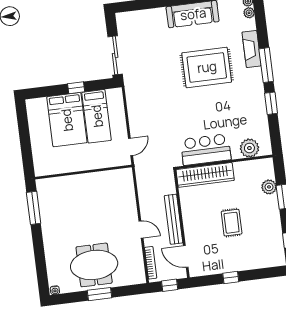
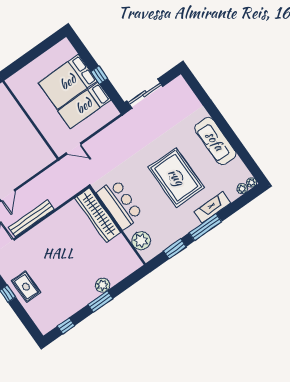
plant: (249, 148) -> (141, 241), moved
bar counter: (206, 150) -> (120, 204), moved
wall: (224, 162) -> (118, 225), moved
wardrobe: (205, 175) -> (98, 215), moved
rug: (232, 223) -> (26, 287), moved, turned 90

